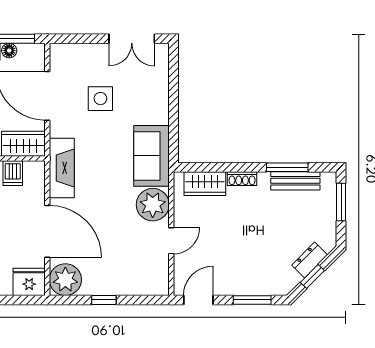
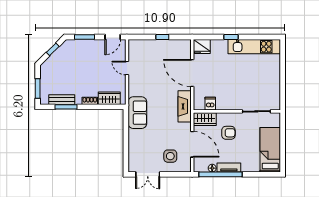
double door: (132, 39) -> (148, 174), swing flipped
side table: (100, 99) -> (170, 156), moved
plant: (153, 205) -> (137, 87), removed
door: (171, 241) -> (127, 68), hinge flipped
dresser: (310, 260) -> (54, 58), removed
plant: (65, 280) -> (183, 48), removed

